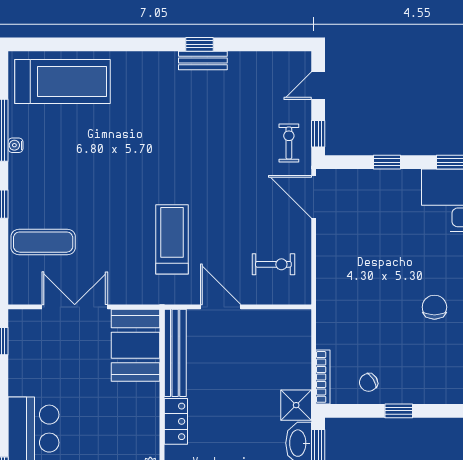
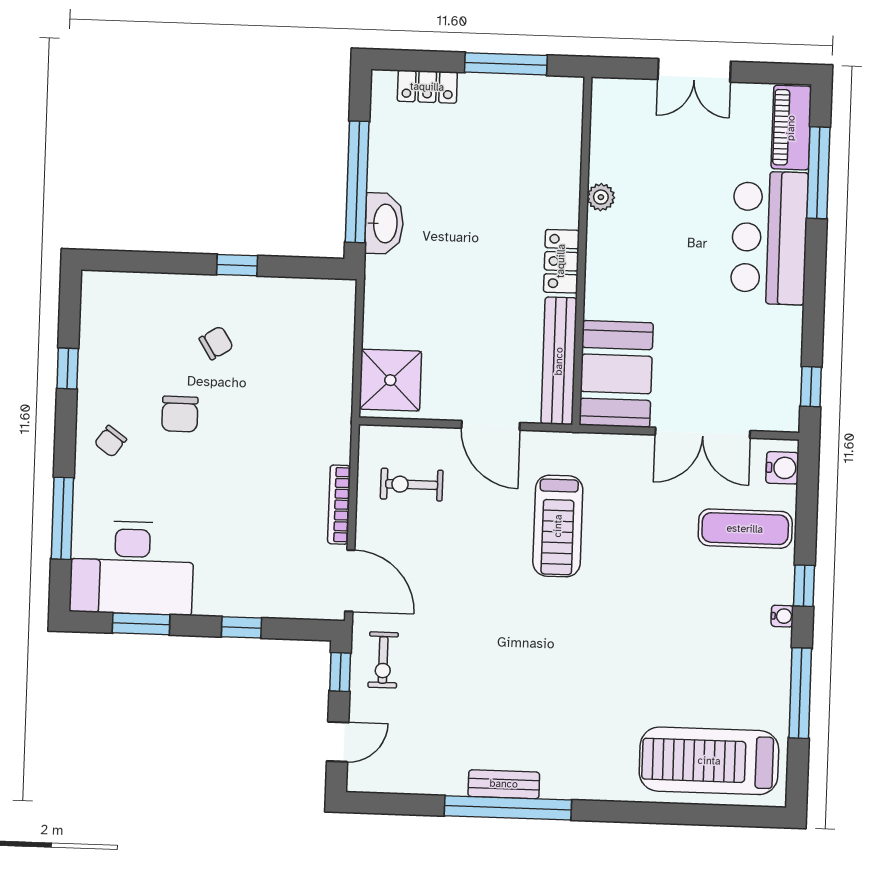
window: (200, 44) -> (508, 808), width x3.17
water cooler: (16, 145) -> (782, 616), moved
water cooler: (19, 285) -> (782, 468), added
bookcase: (323, 377) -> (339, 505), moved
chair: (369, 382) -> (216, 343), moved
shower: (296, 405) -> (390, 380), moved, width x1.36, depth x1.36

